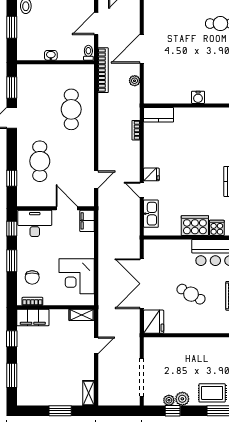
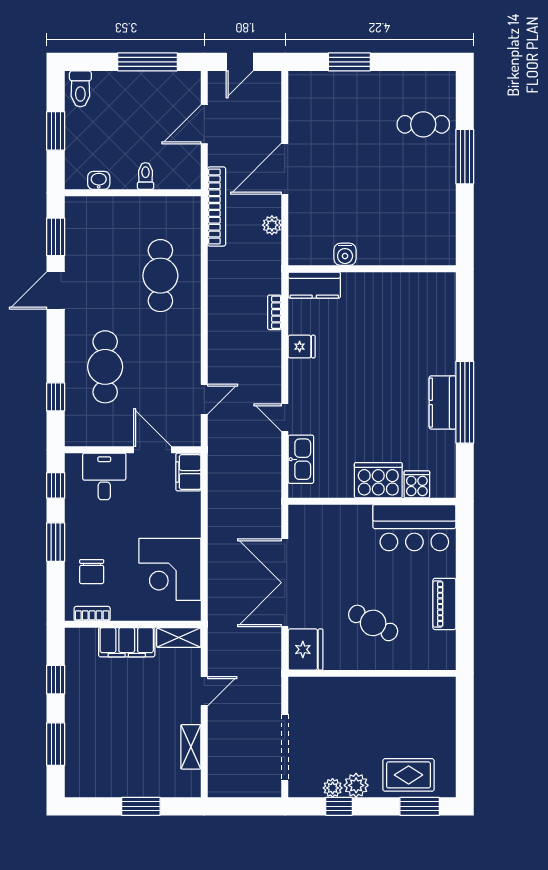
toilet: (88, 53) -> (146, 176), moved
washbasin: (51, 55) -> (99, 180), moved
water cooler: (198, 97) -> (345, 254), moved
fridge: (151, 174) -> (302, 347), moved
desk: (35, 223) -> (104, 476), width x0.73
cafe table: (191, 294) -> (373, 623), moved
filing cabinet: (33, 318) -> (127, 642), moved
shelving: (89, 393) -> (191, 747), moved

